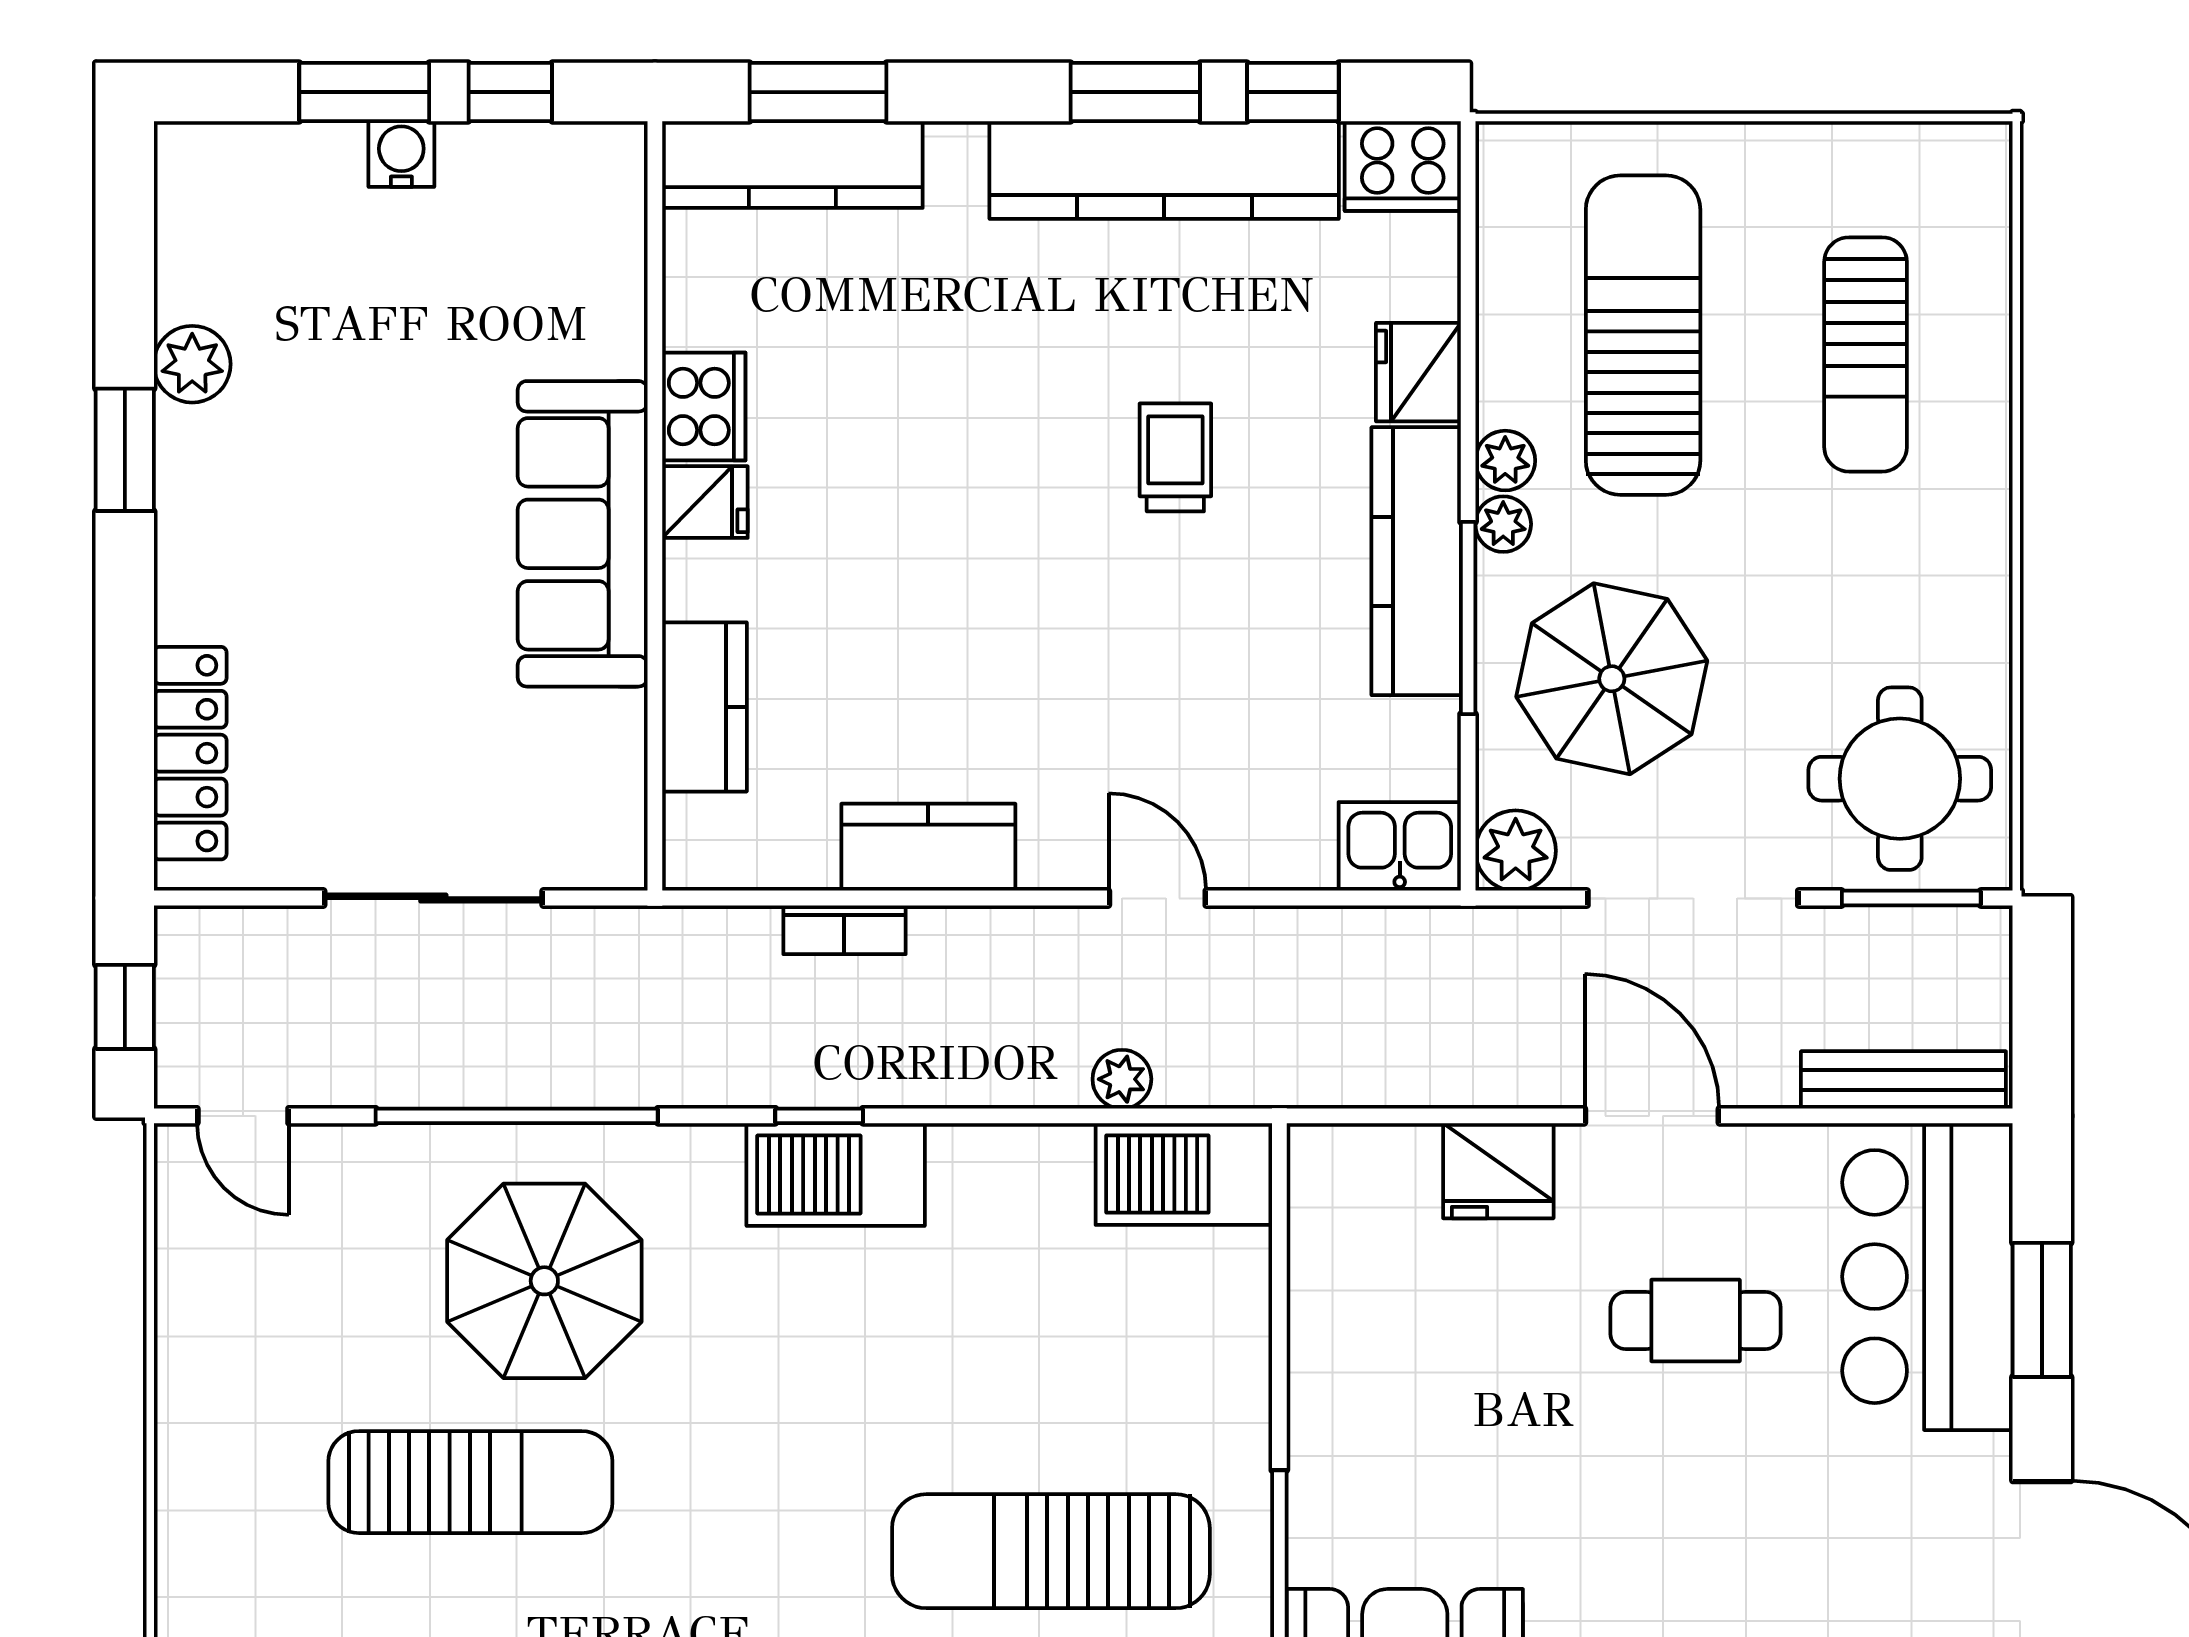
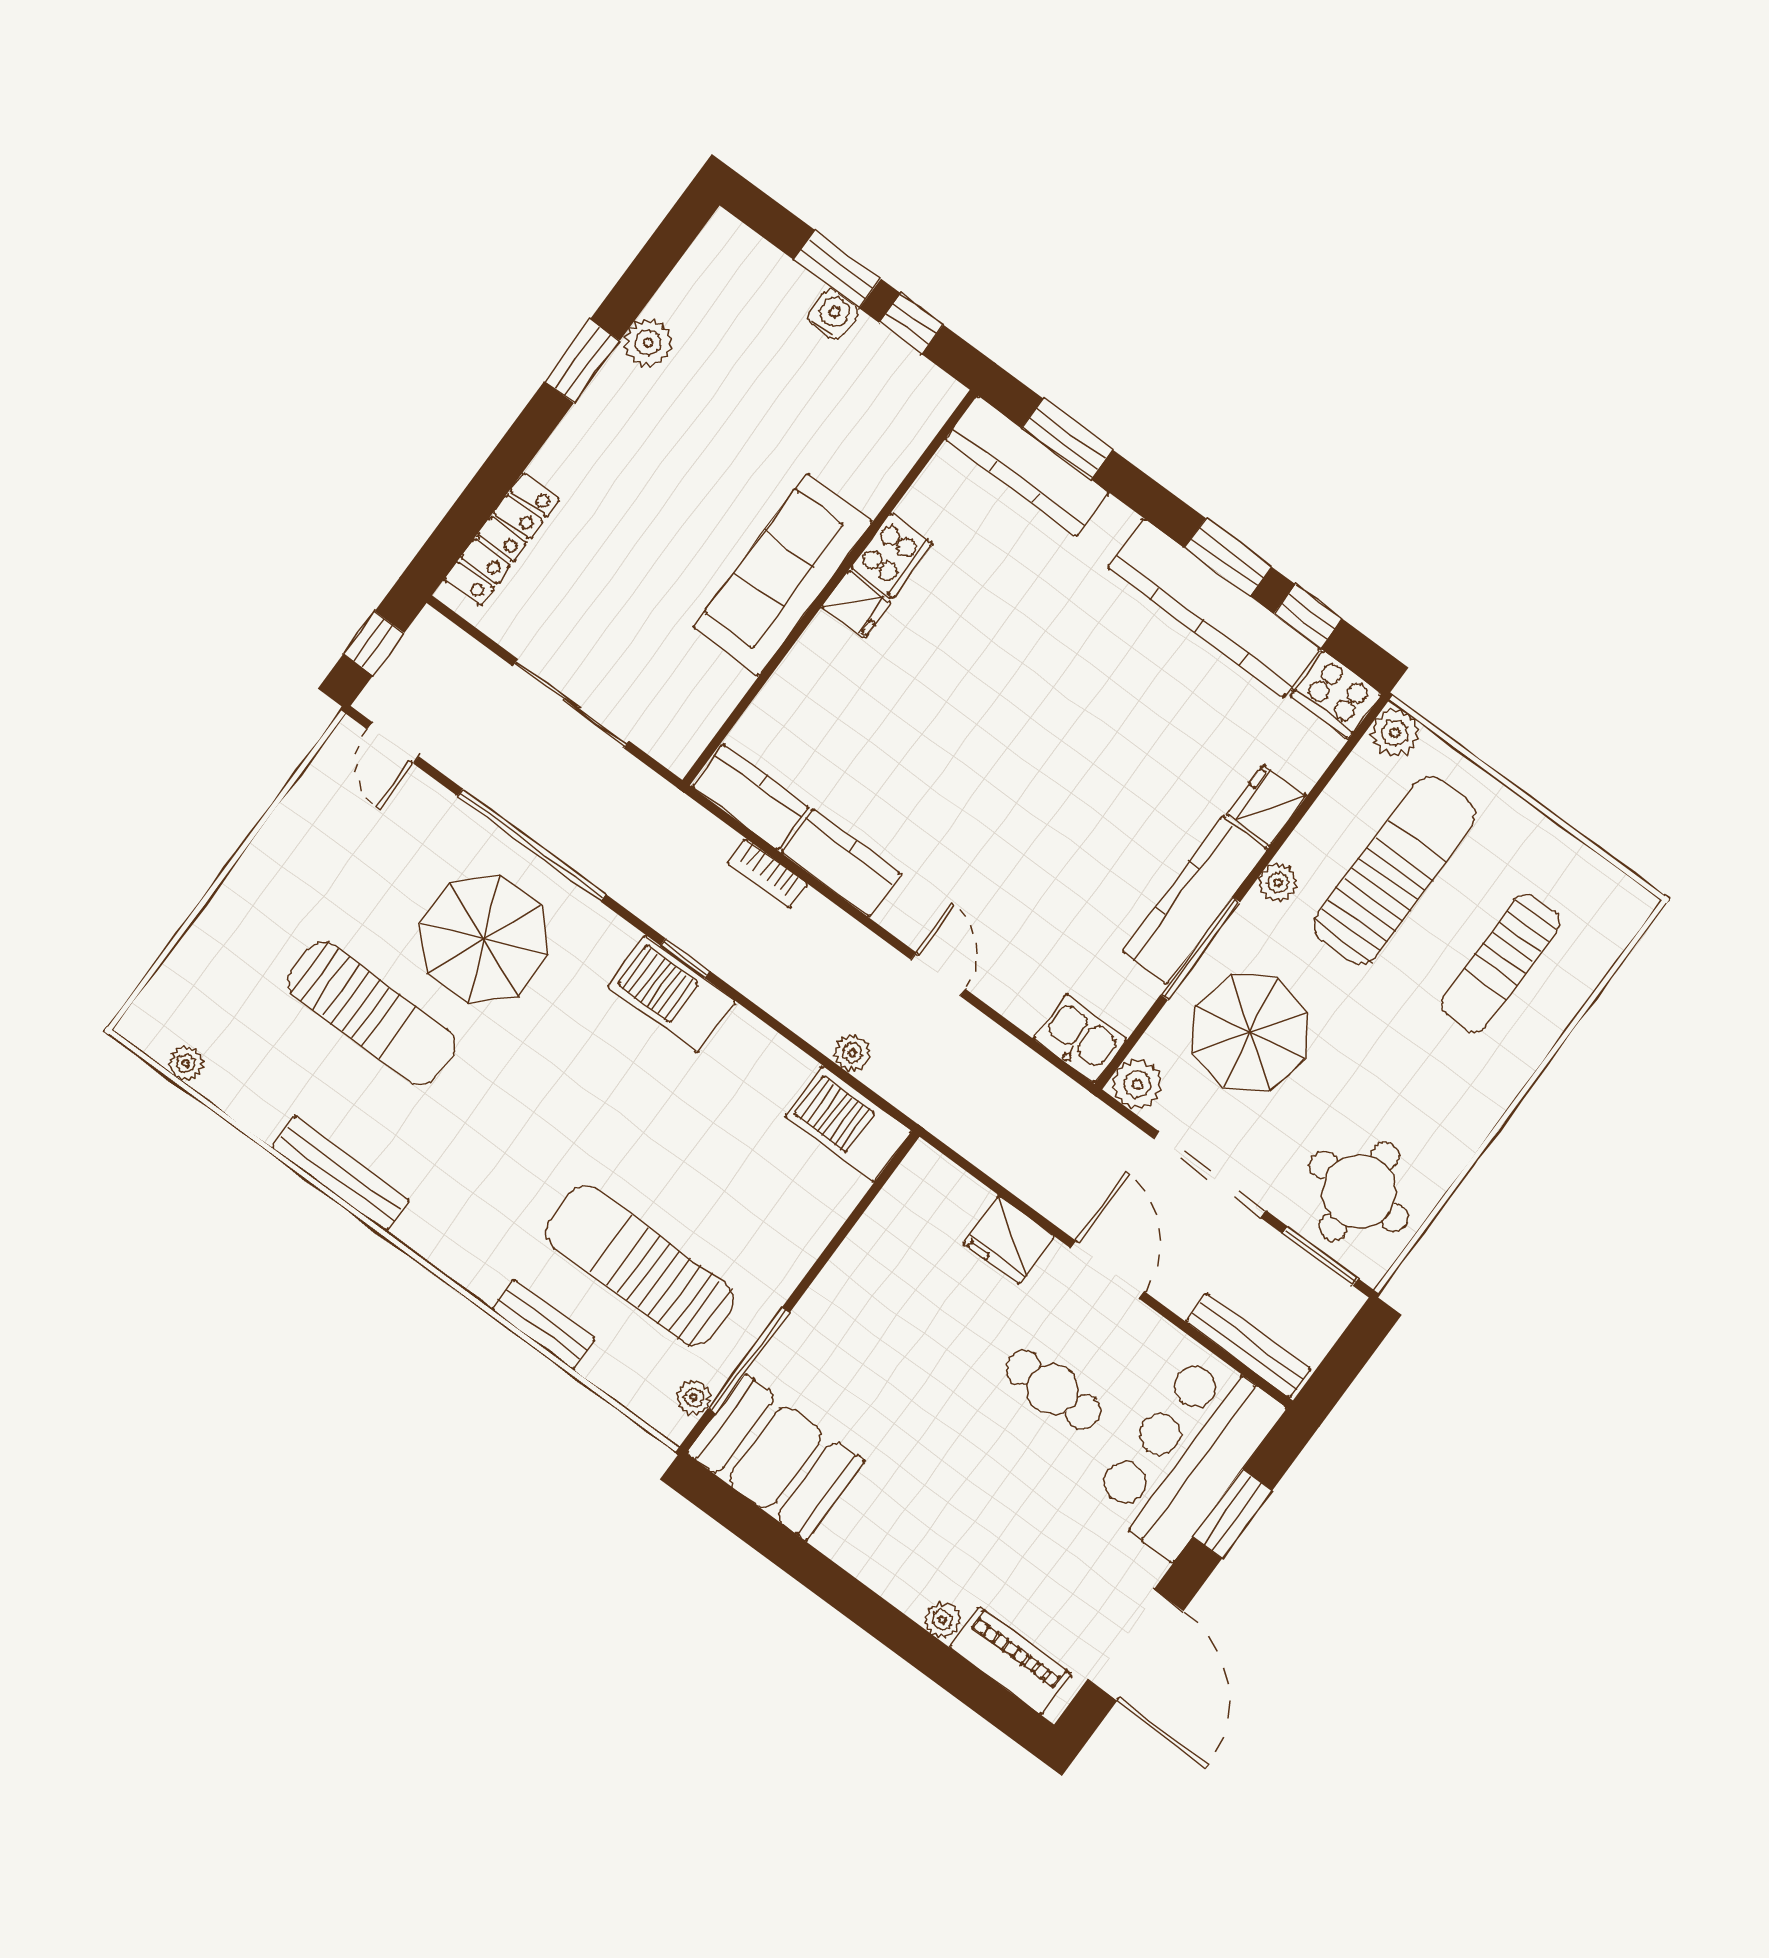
trolley: (1175, 457) -> (1112, 758), removed
plant: (1503, 524) -> (1395, 733), moved, width x1.38, depth x1.38
kitchen counter: (704, 707) -> (750, 797), moved, turned -90

